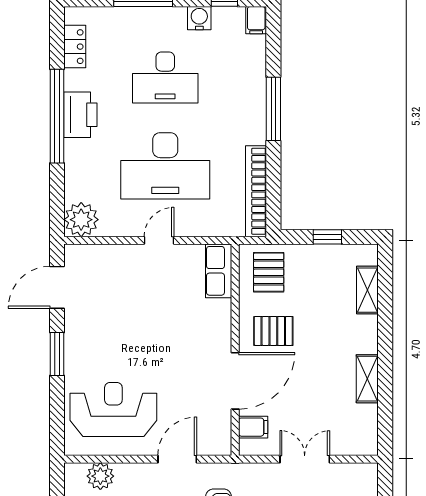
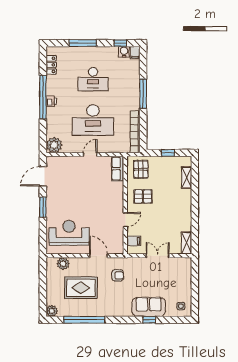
water cooler: (199, 18) -> (124, 52), moved
printer: (80, 115) -> (51, 101), width x0.53, depth x0.68
shelving: (367, 379) -> (186, 243), moved
door: (235, 381) -> (125, 220), width x0.53
door: (177, 459) -> (99, 256), hinge flipped

